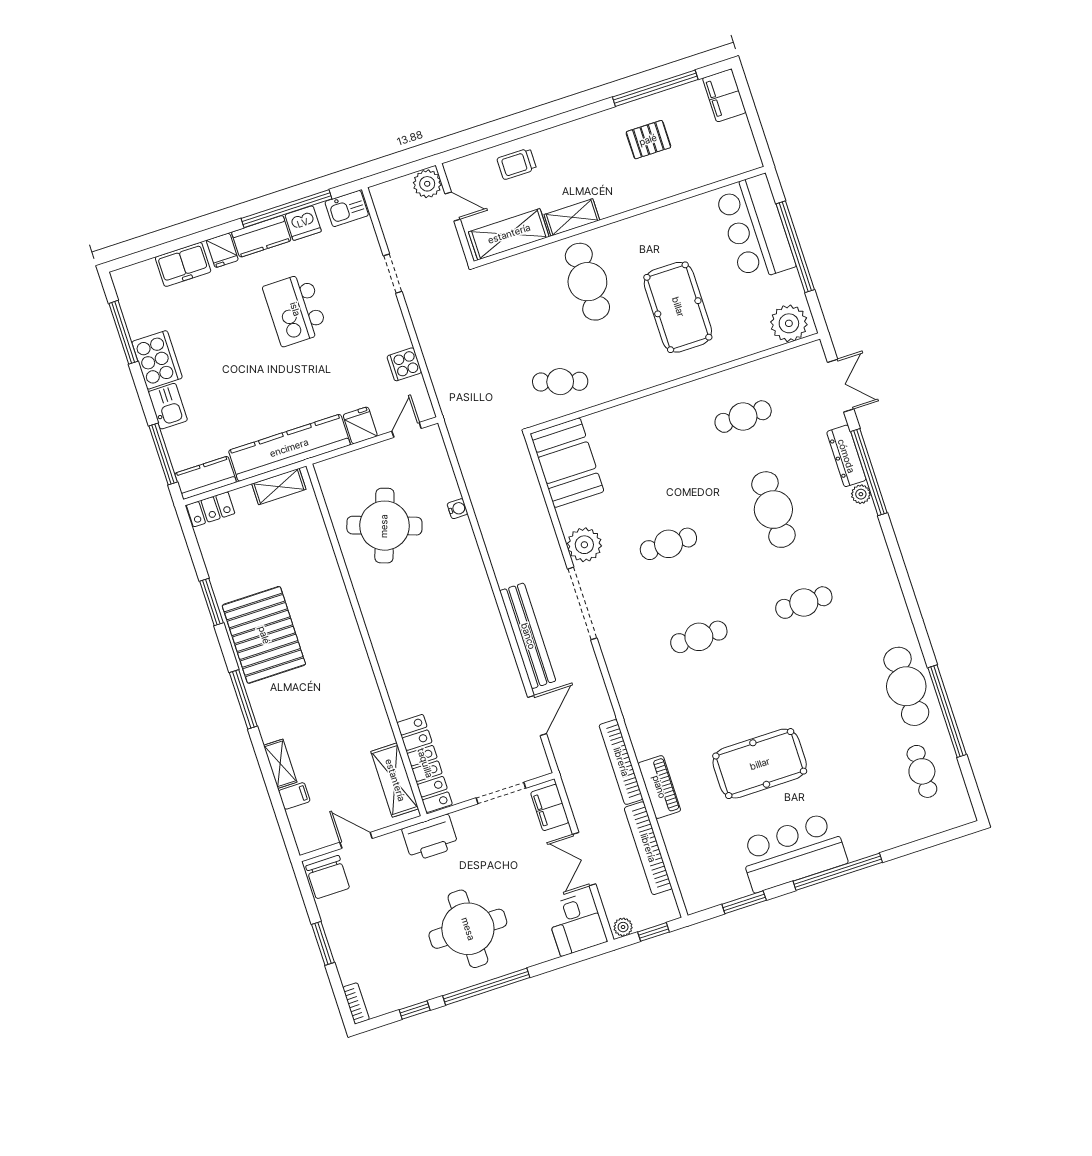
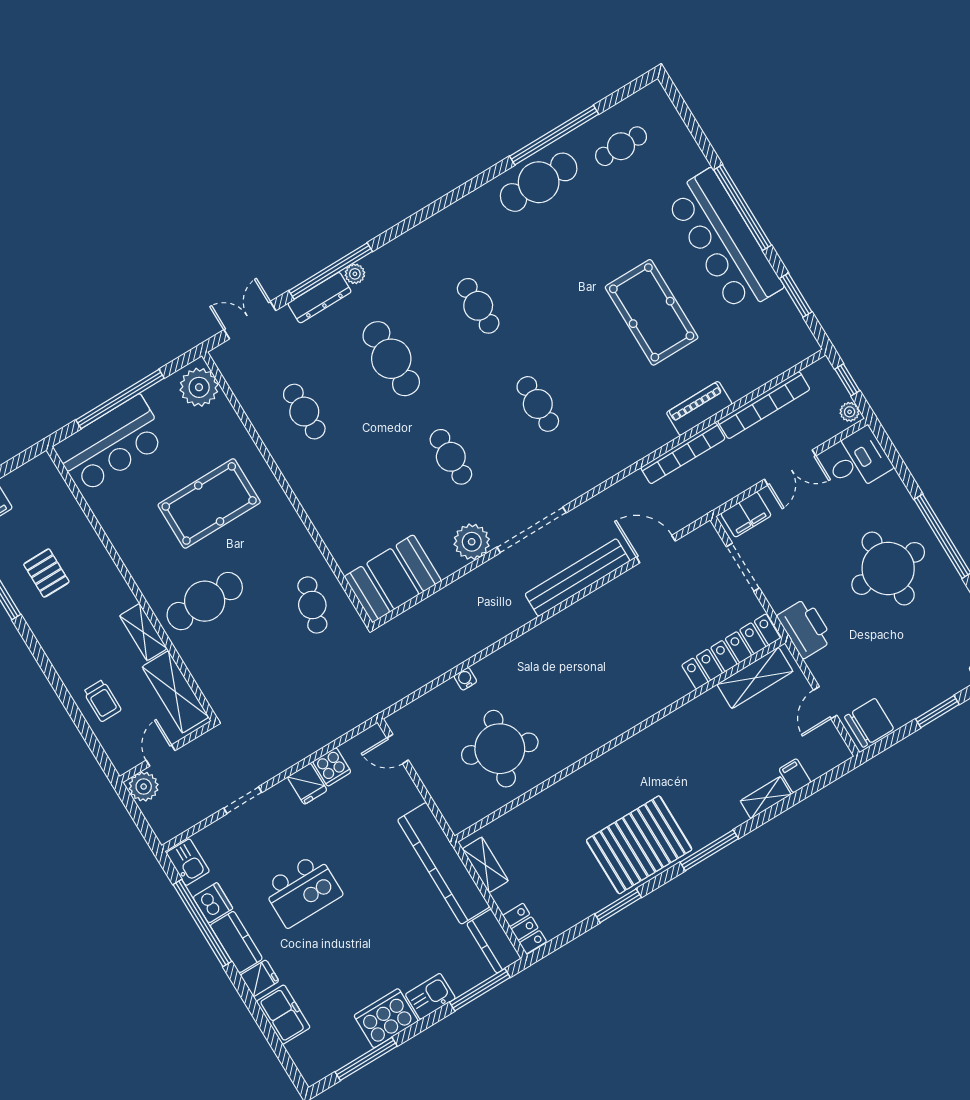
fridge: (360, 425) -> (307, 784), moved, turned -90
cafe table: (773, 510) -> (391, 359), turned 90
bar counter: (793, 852) -> (724, 242), width x1.36

